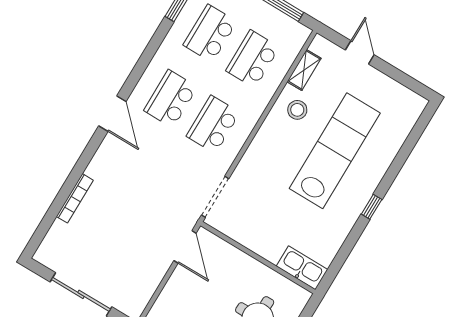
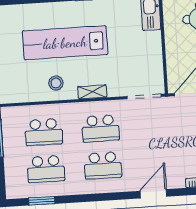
shelving: (304, 70) -> (92, 92), moved
door: (112, 114) -> (153, 194), moved

